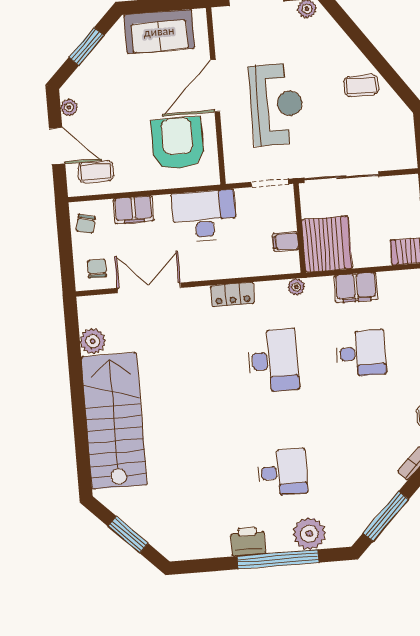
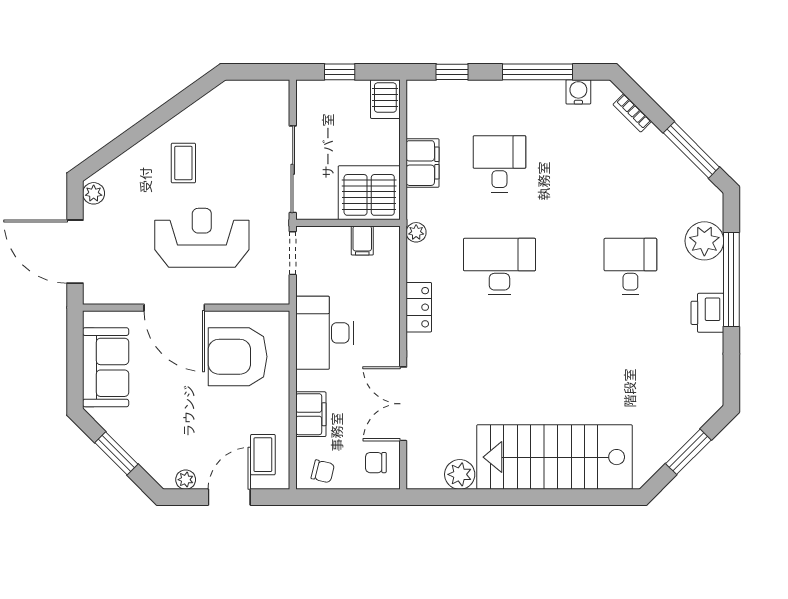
coffee table: (361, 85) -> (183, 163), moved

